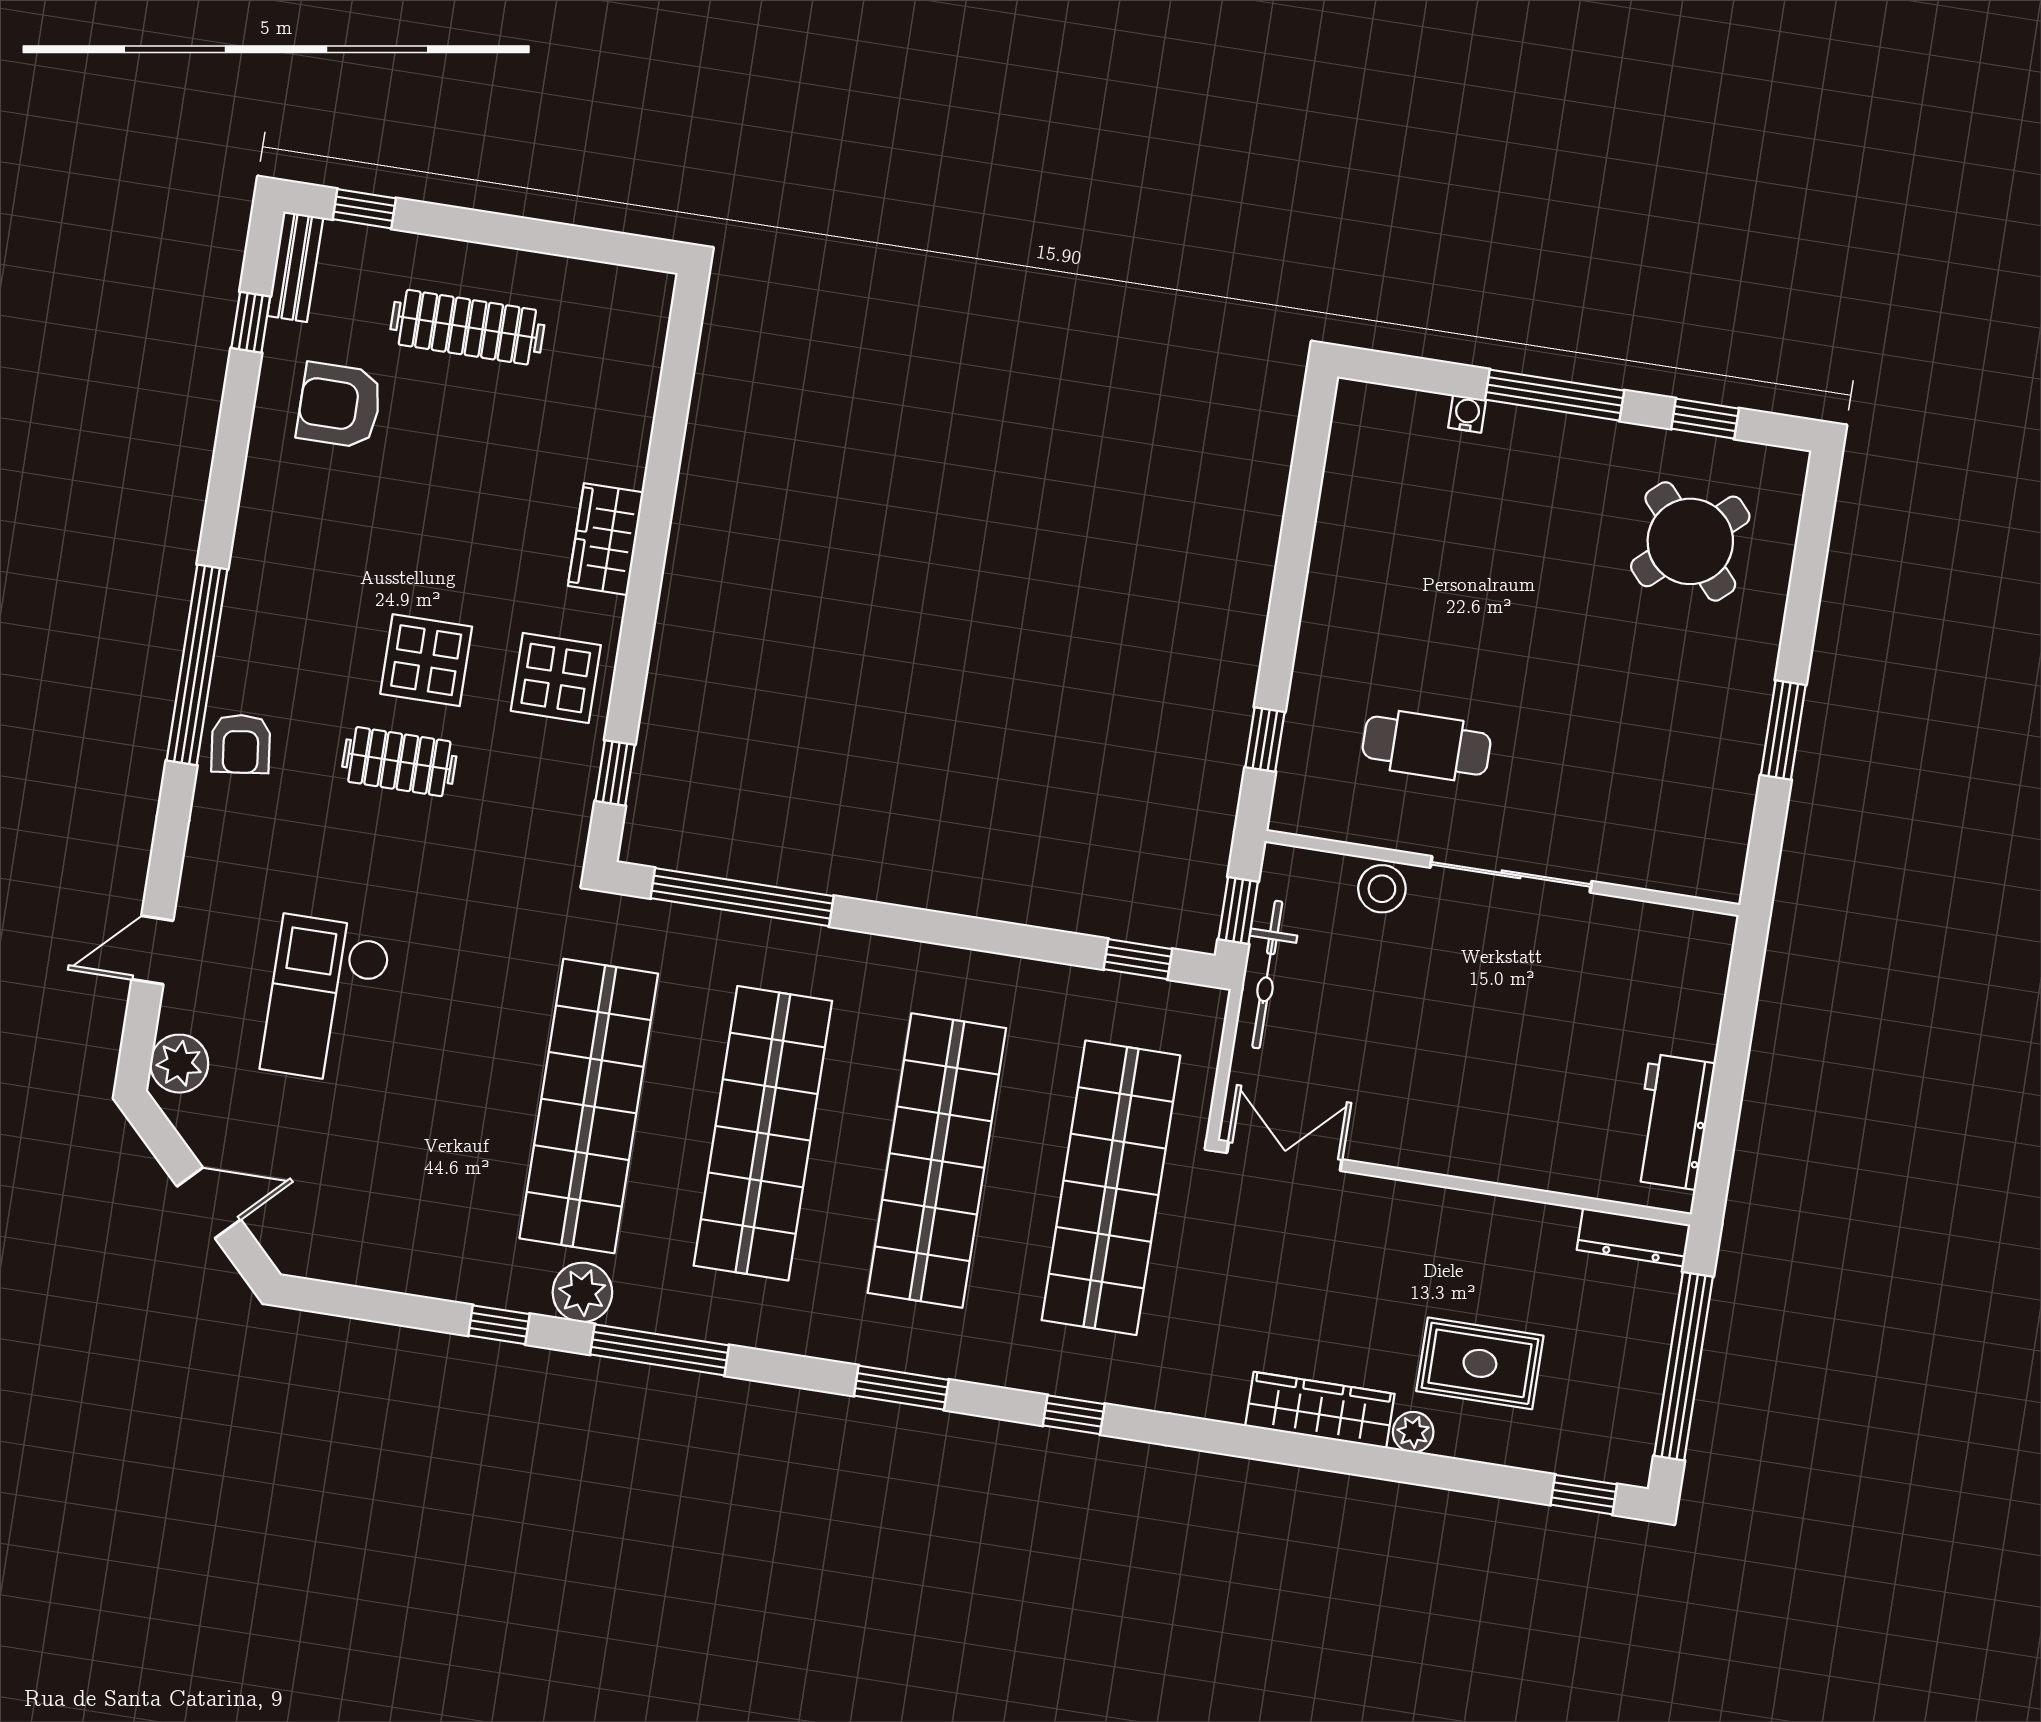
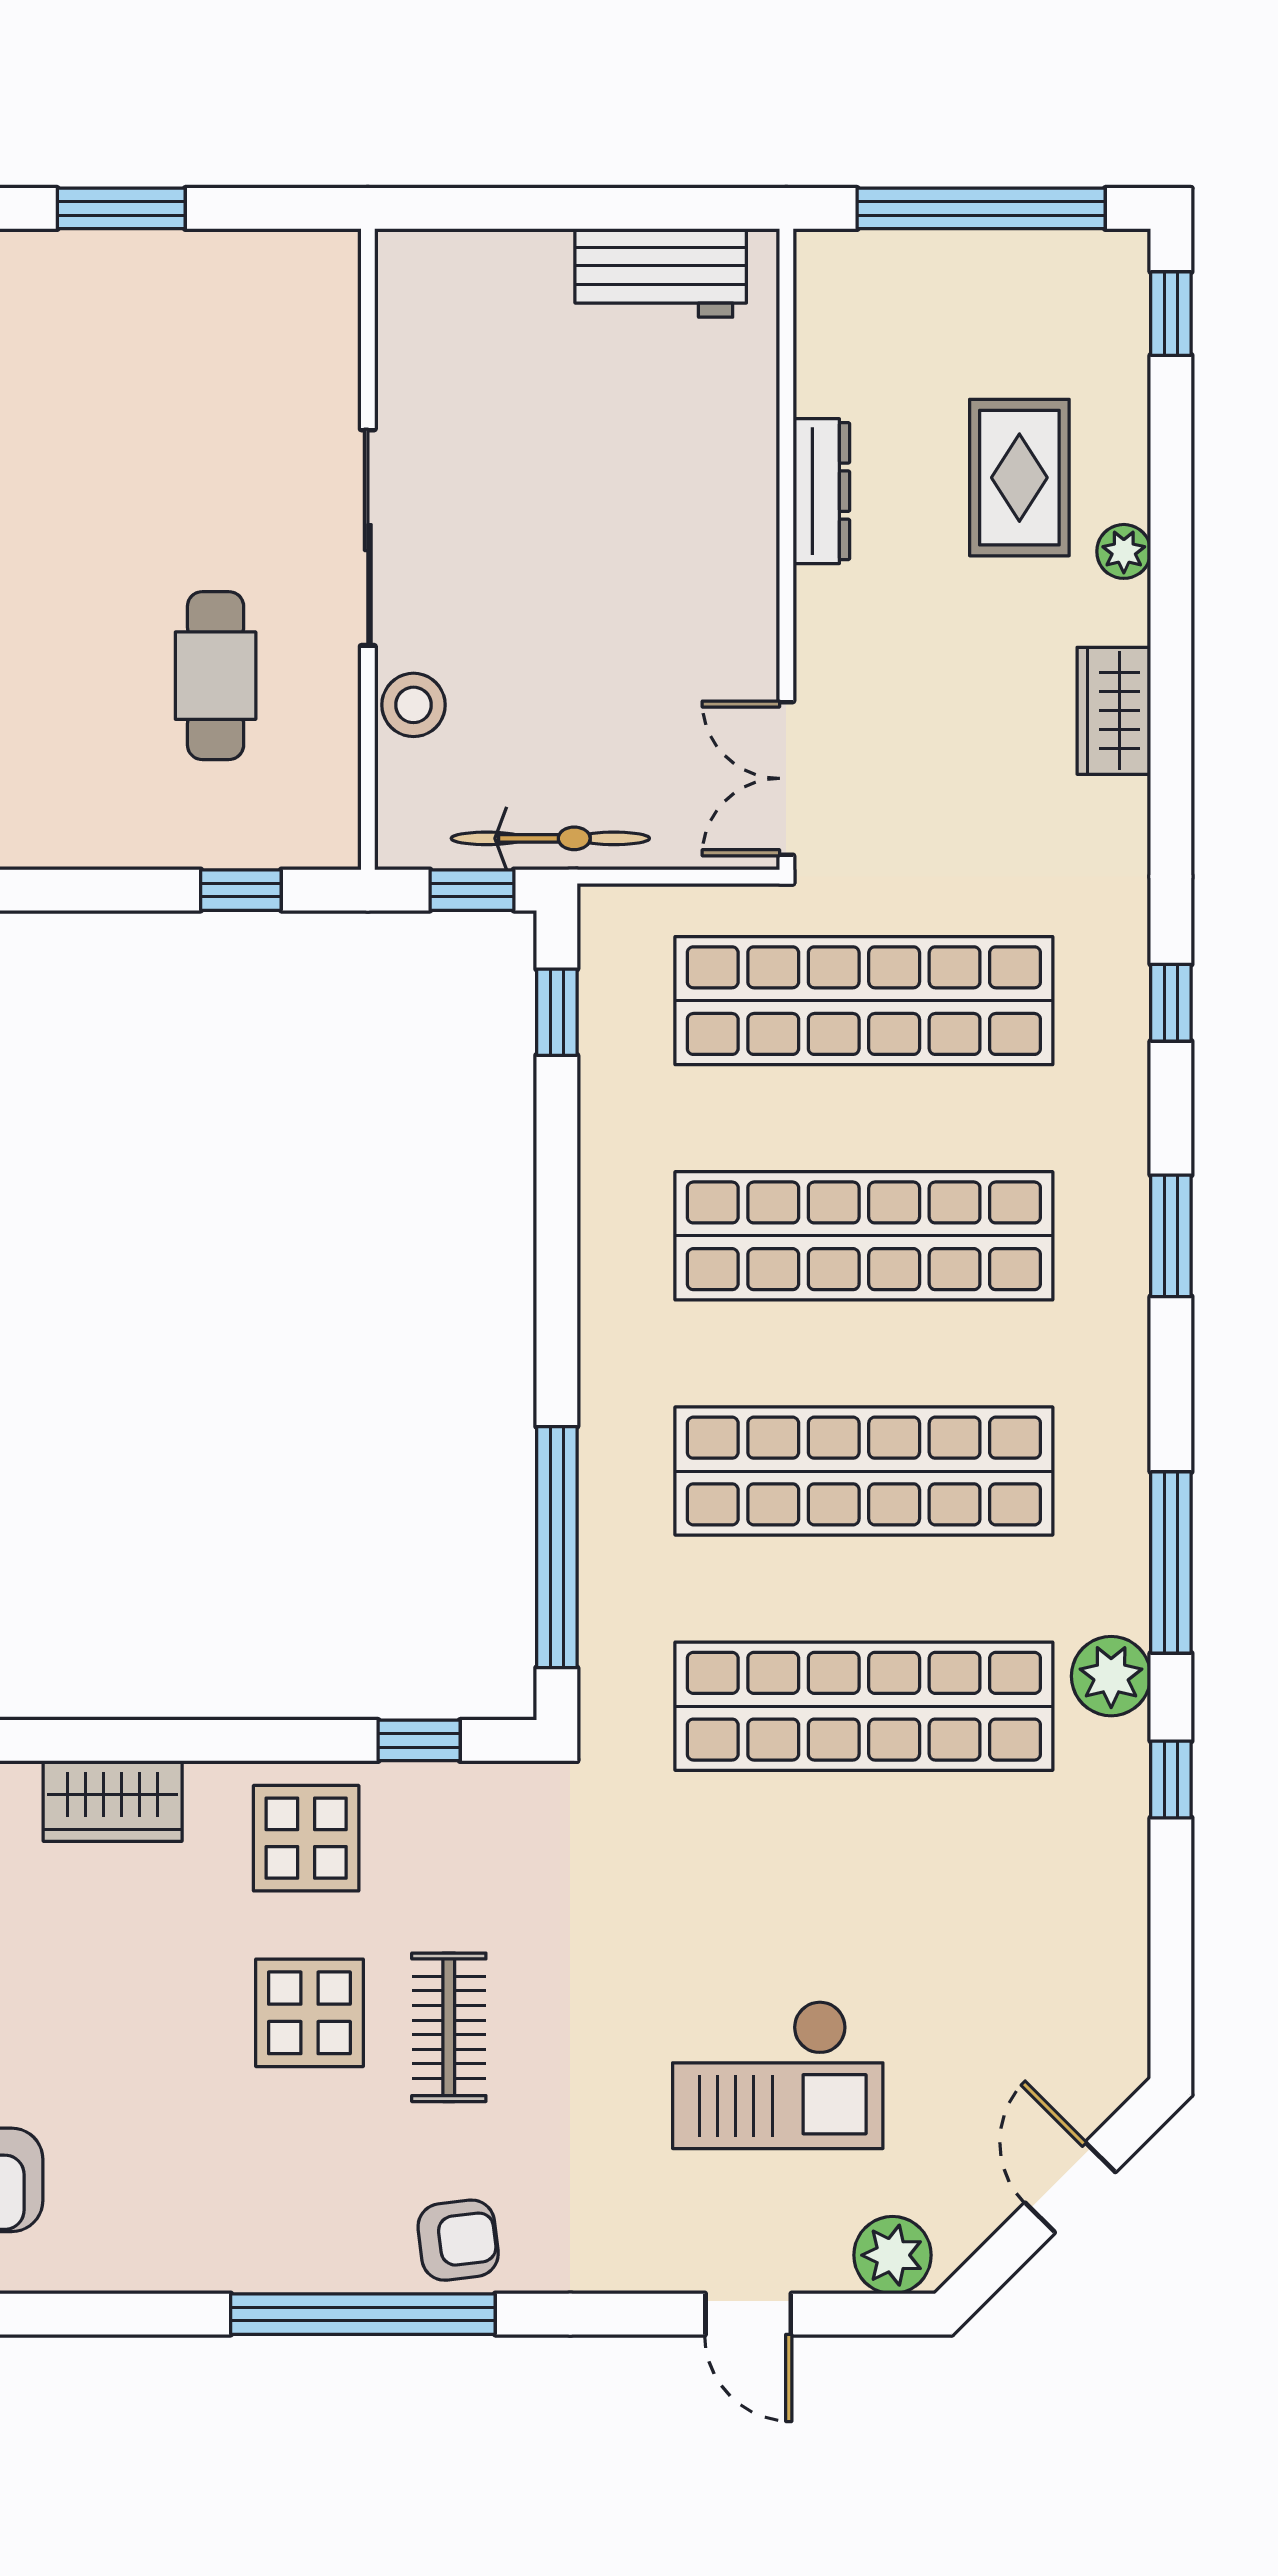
dresser: (1633, 1237) -> (821, 491), moved
wardrobe: (1320, 1410) -> (1114, 711), width x0.67

